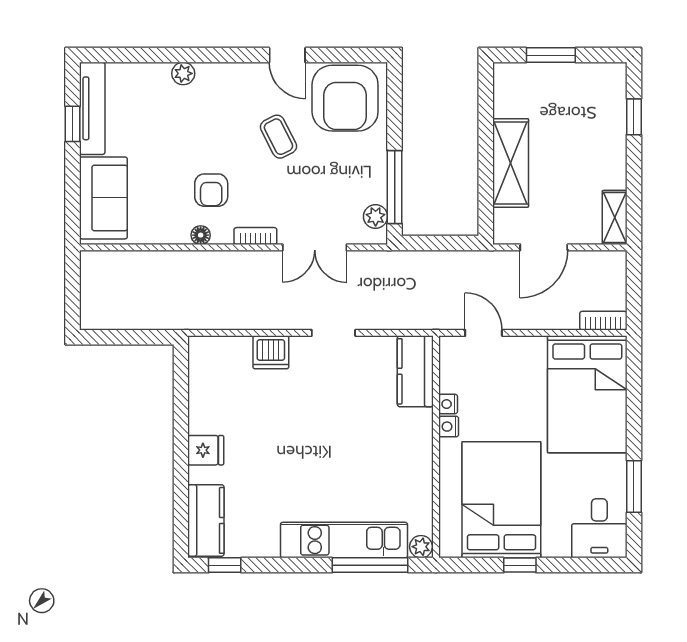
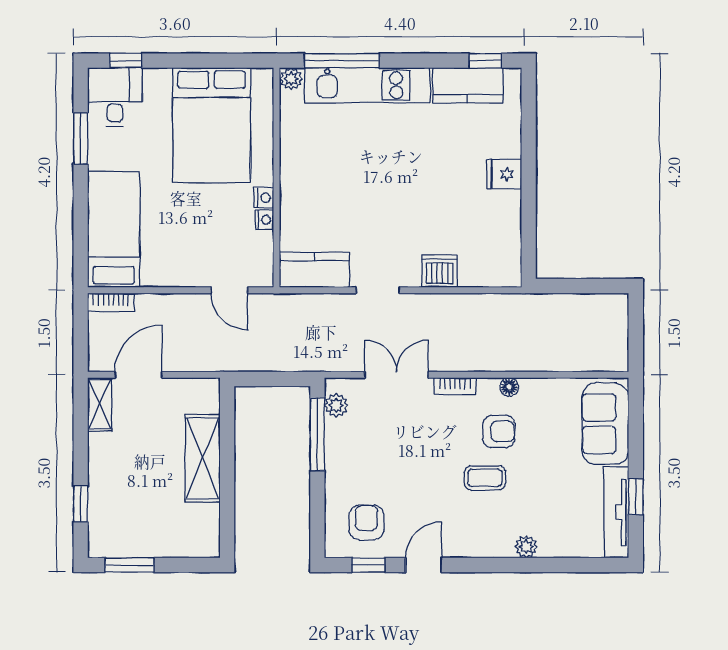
door: (287, 55) -> (424, 565), hinge flipped
window: (343, 55) -> (368, 565), added
window: (551, 55) -> (129, 565), moved
armchair: (345, 98) -> (366, 522), width x0.53, depth x0.53
coffee table: (278, 137) -> (485, 478), moved, turned -63
armchair: (211, 190) -> (499, 431), turned 90
door: (544, 247) -> (139, 375), moved
kitchen counter: (415, 371) -> (314, 270), moved, turned -90
bed: (587, 394) -> (114, 229), width x0.67
kitchen counter: (206, 520) -> (468, 85), moved, turned -90
window: (520, 565) -> (126, 61), moved

